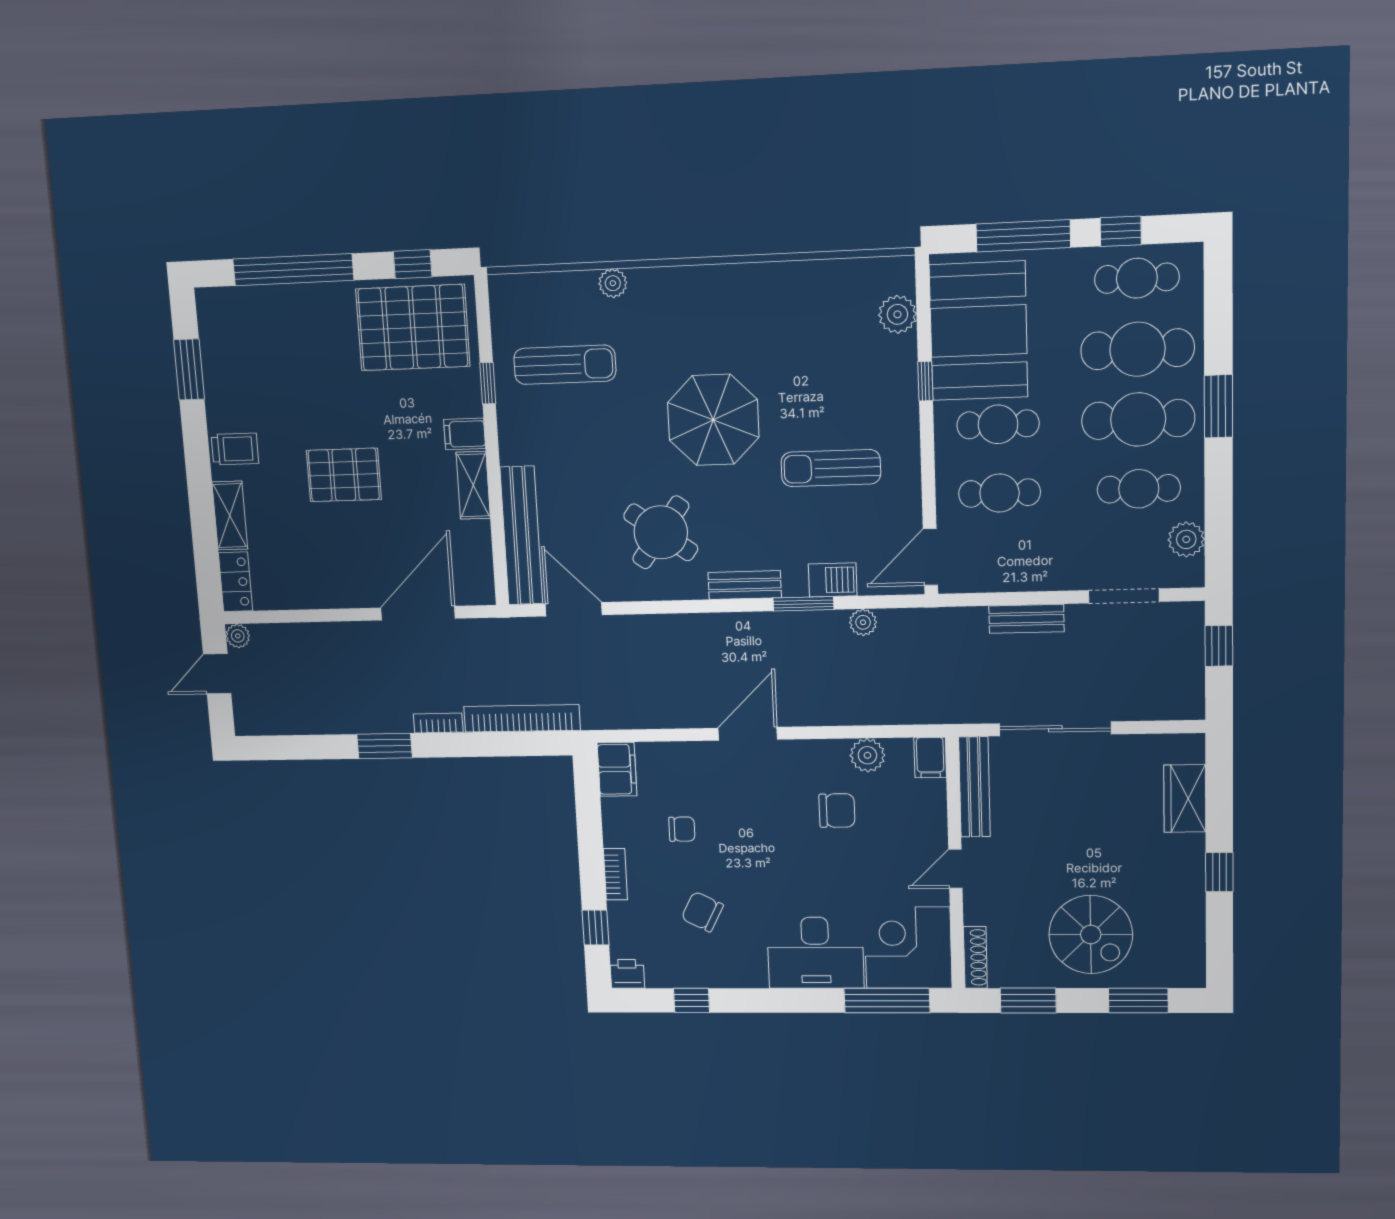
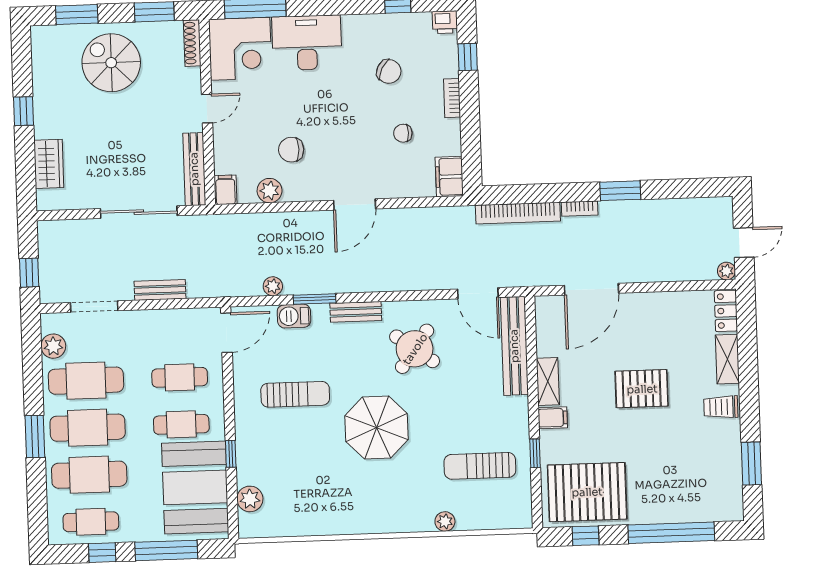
cafe table: (1139, 489) -> (86, 381), width x1.37, depth x1.35

